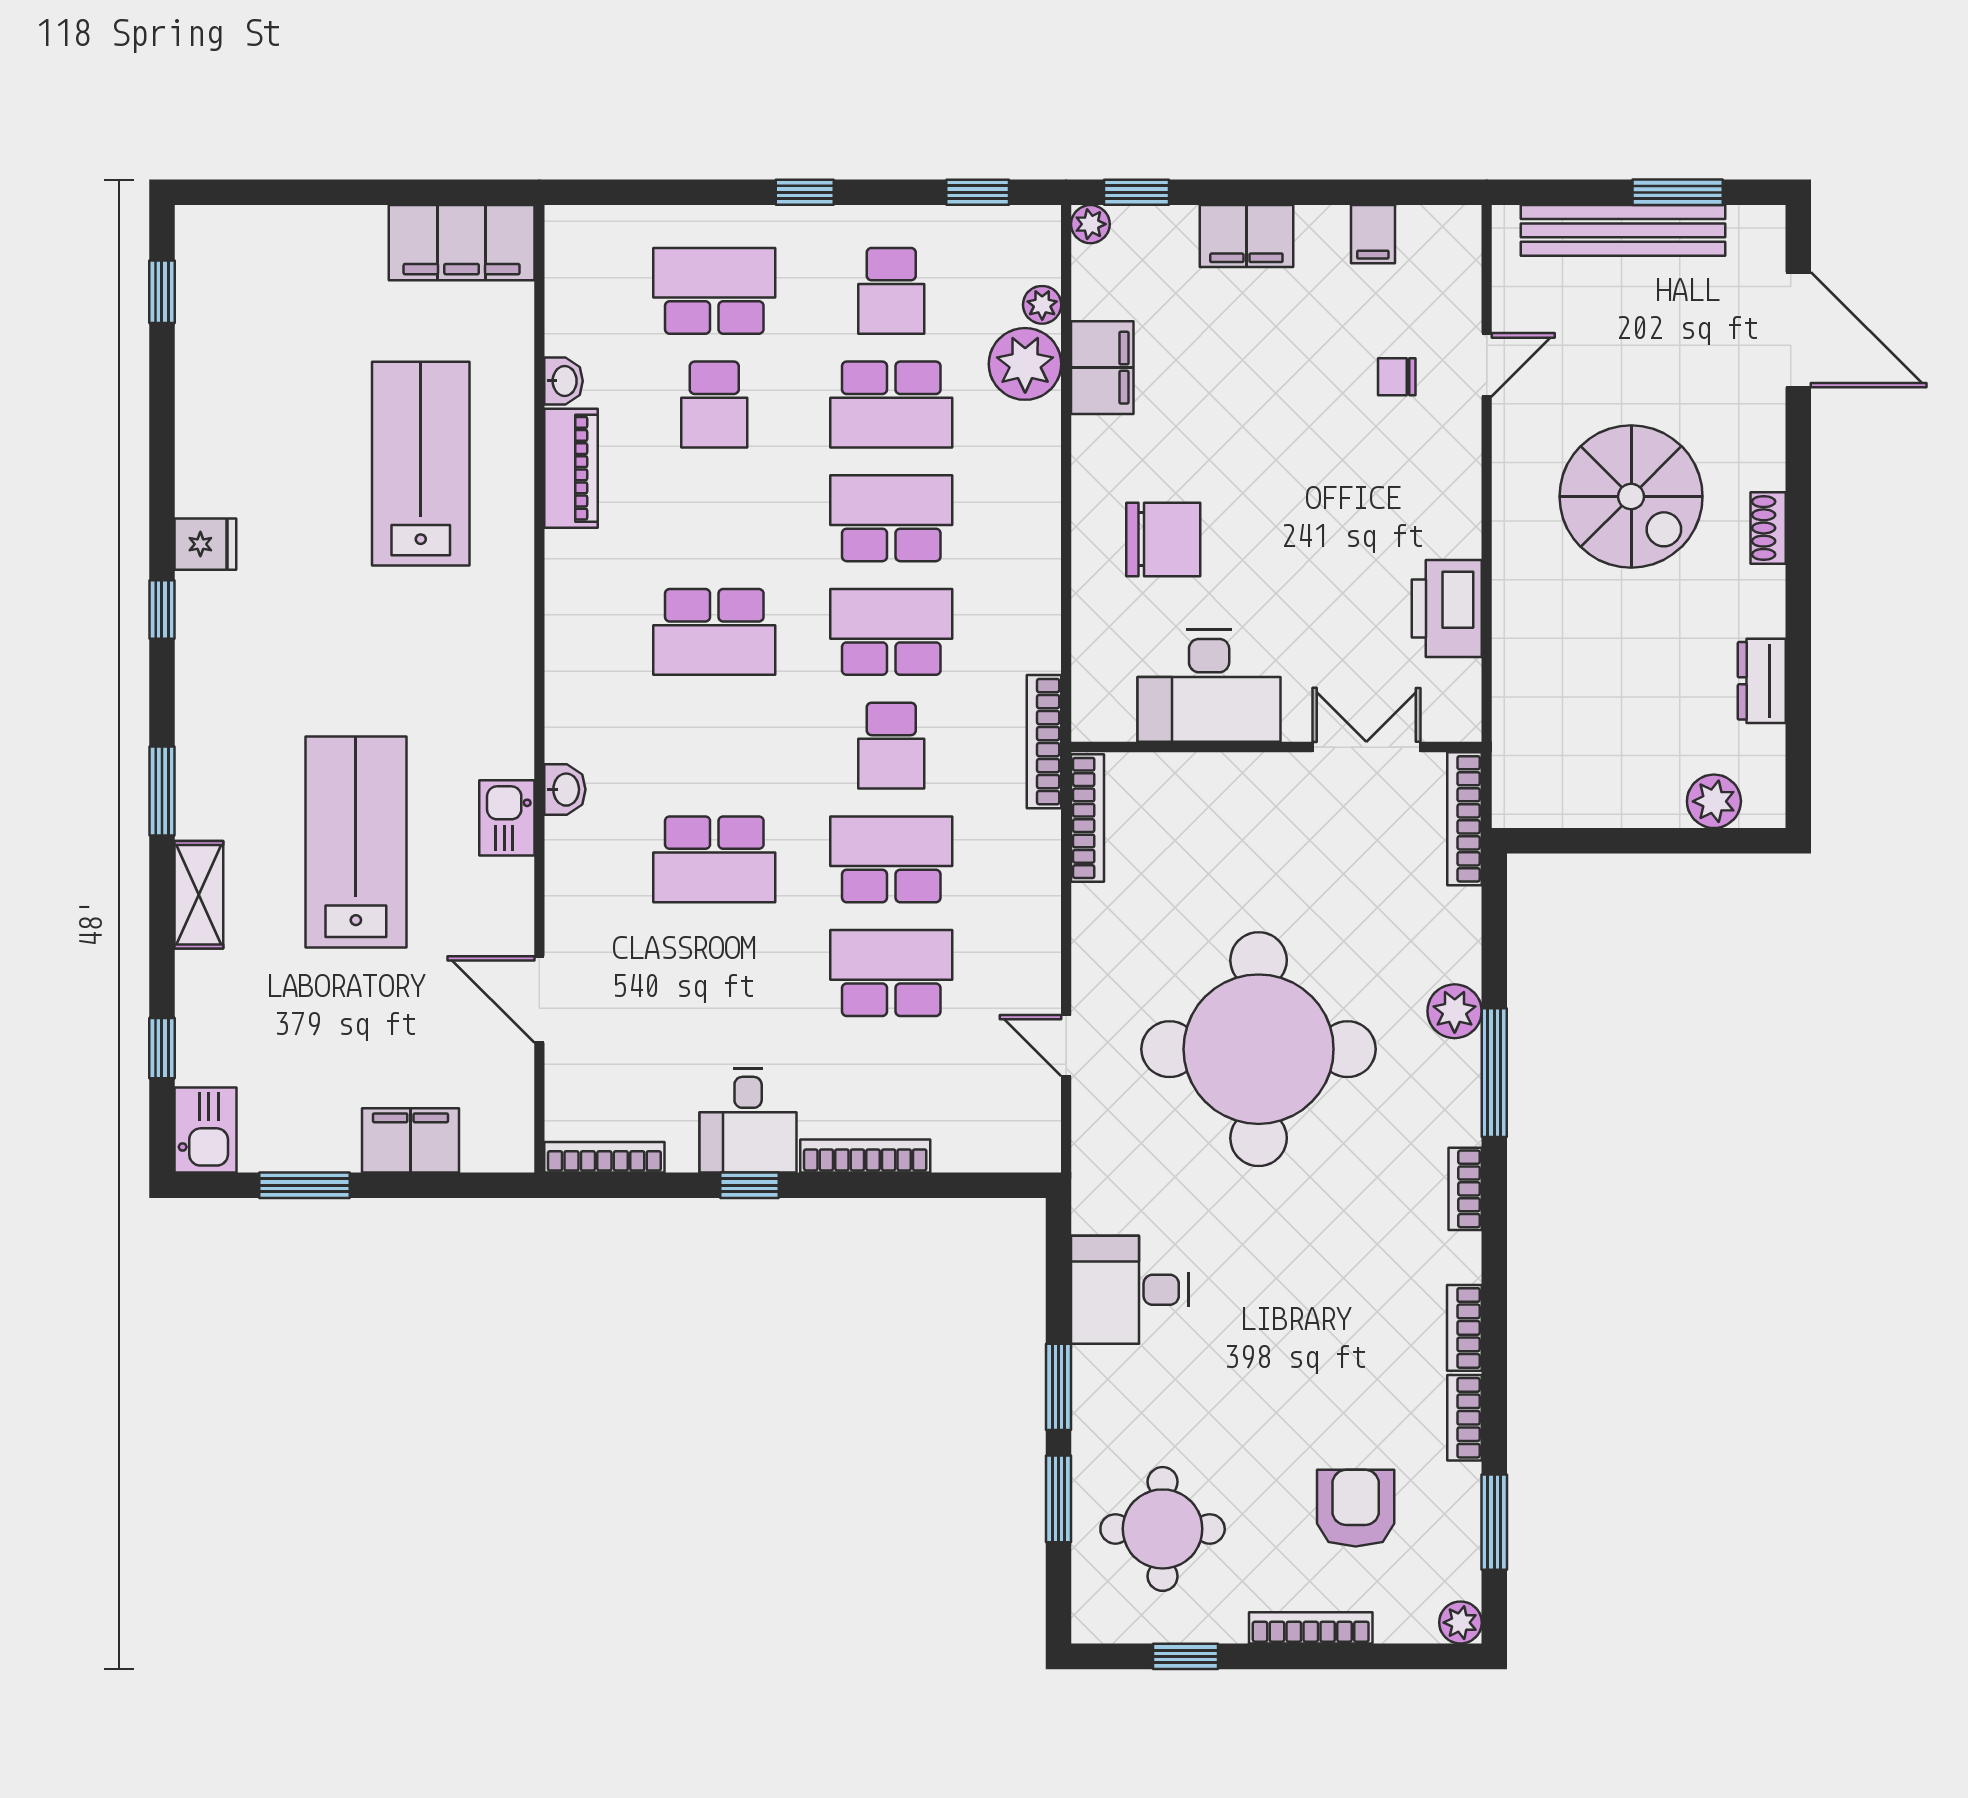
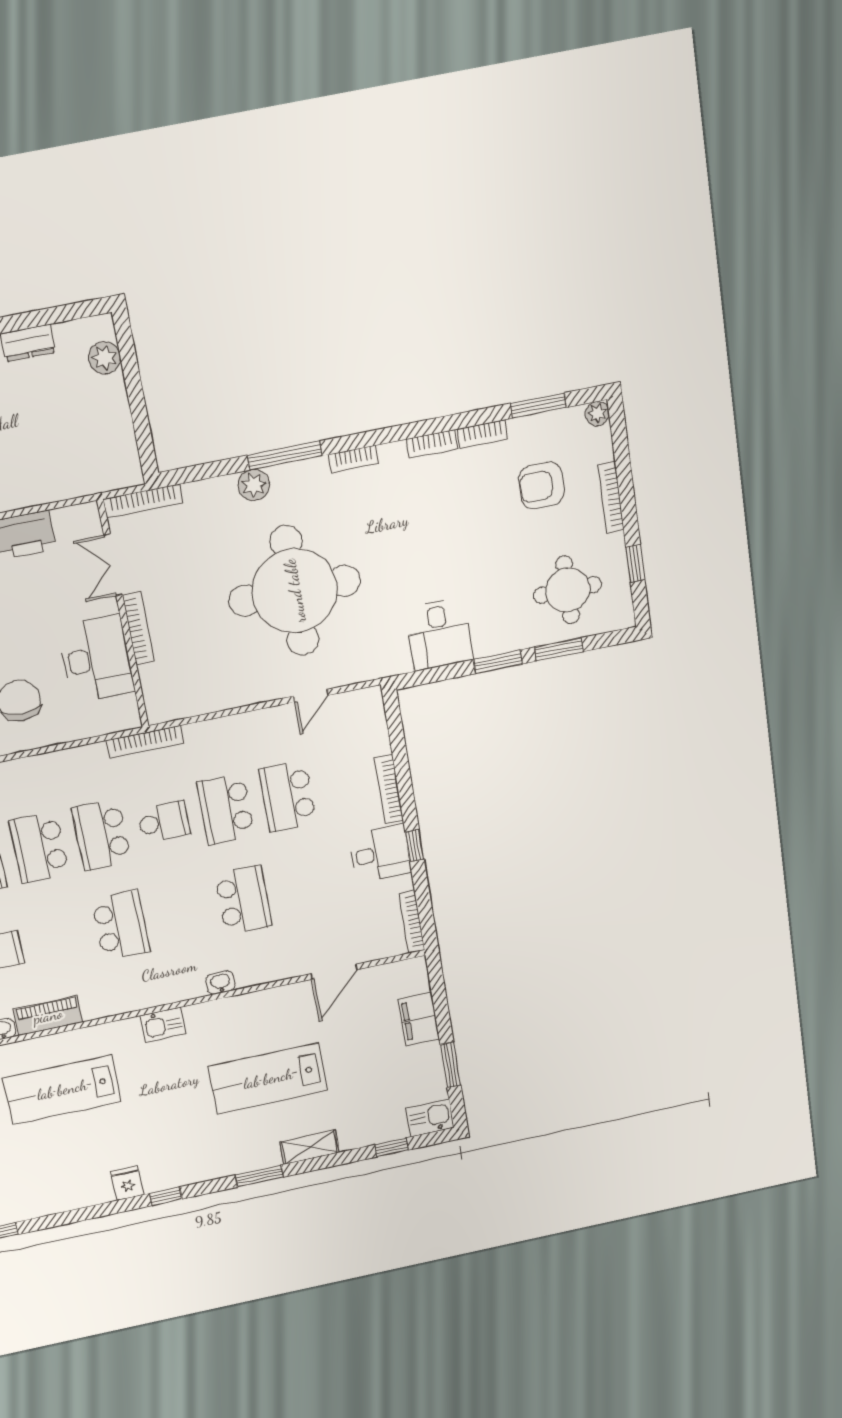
kitchen sink: (507, 818) -> (163, 1024), moved
bookcase: (1088, 818) -> (138, 628), moved, turned 90

